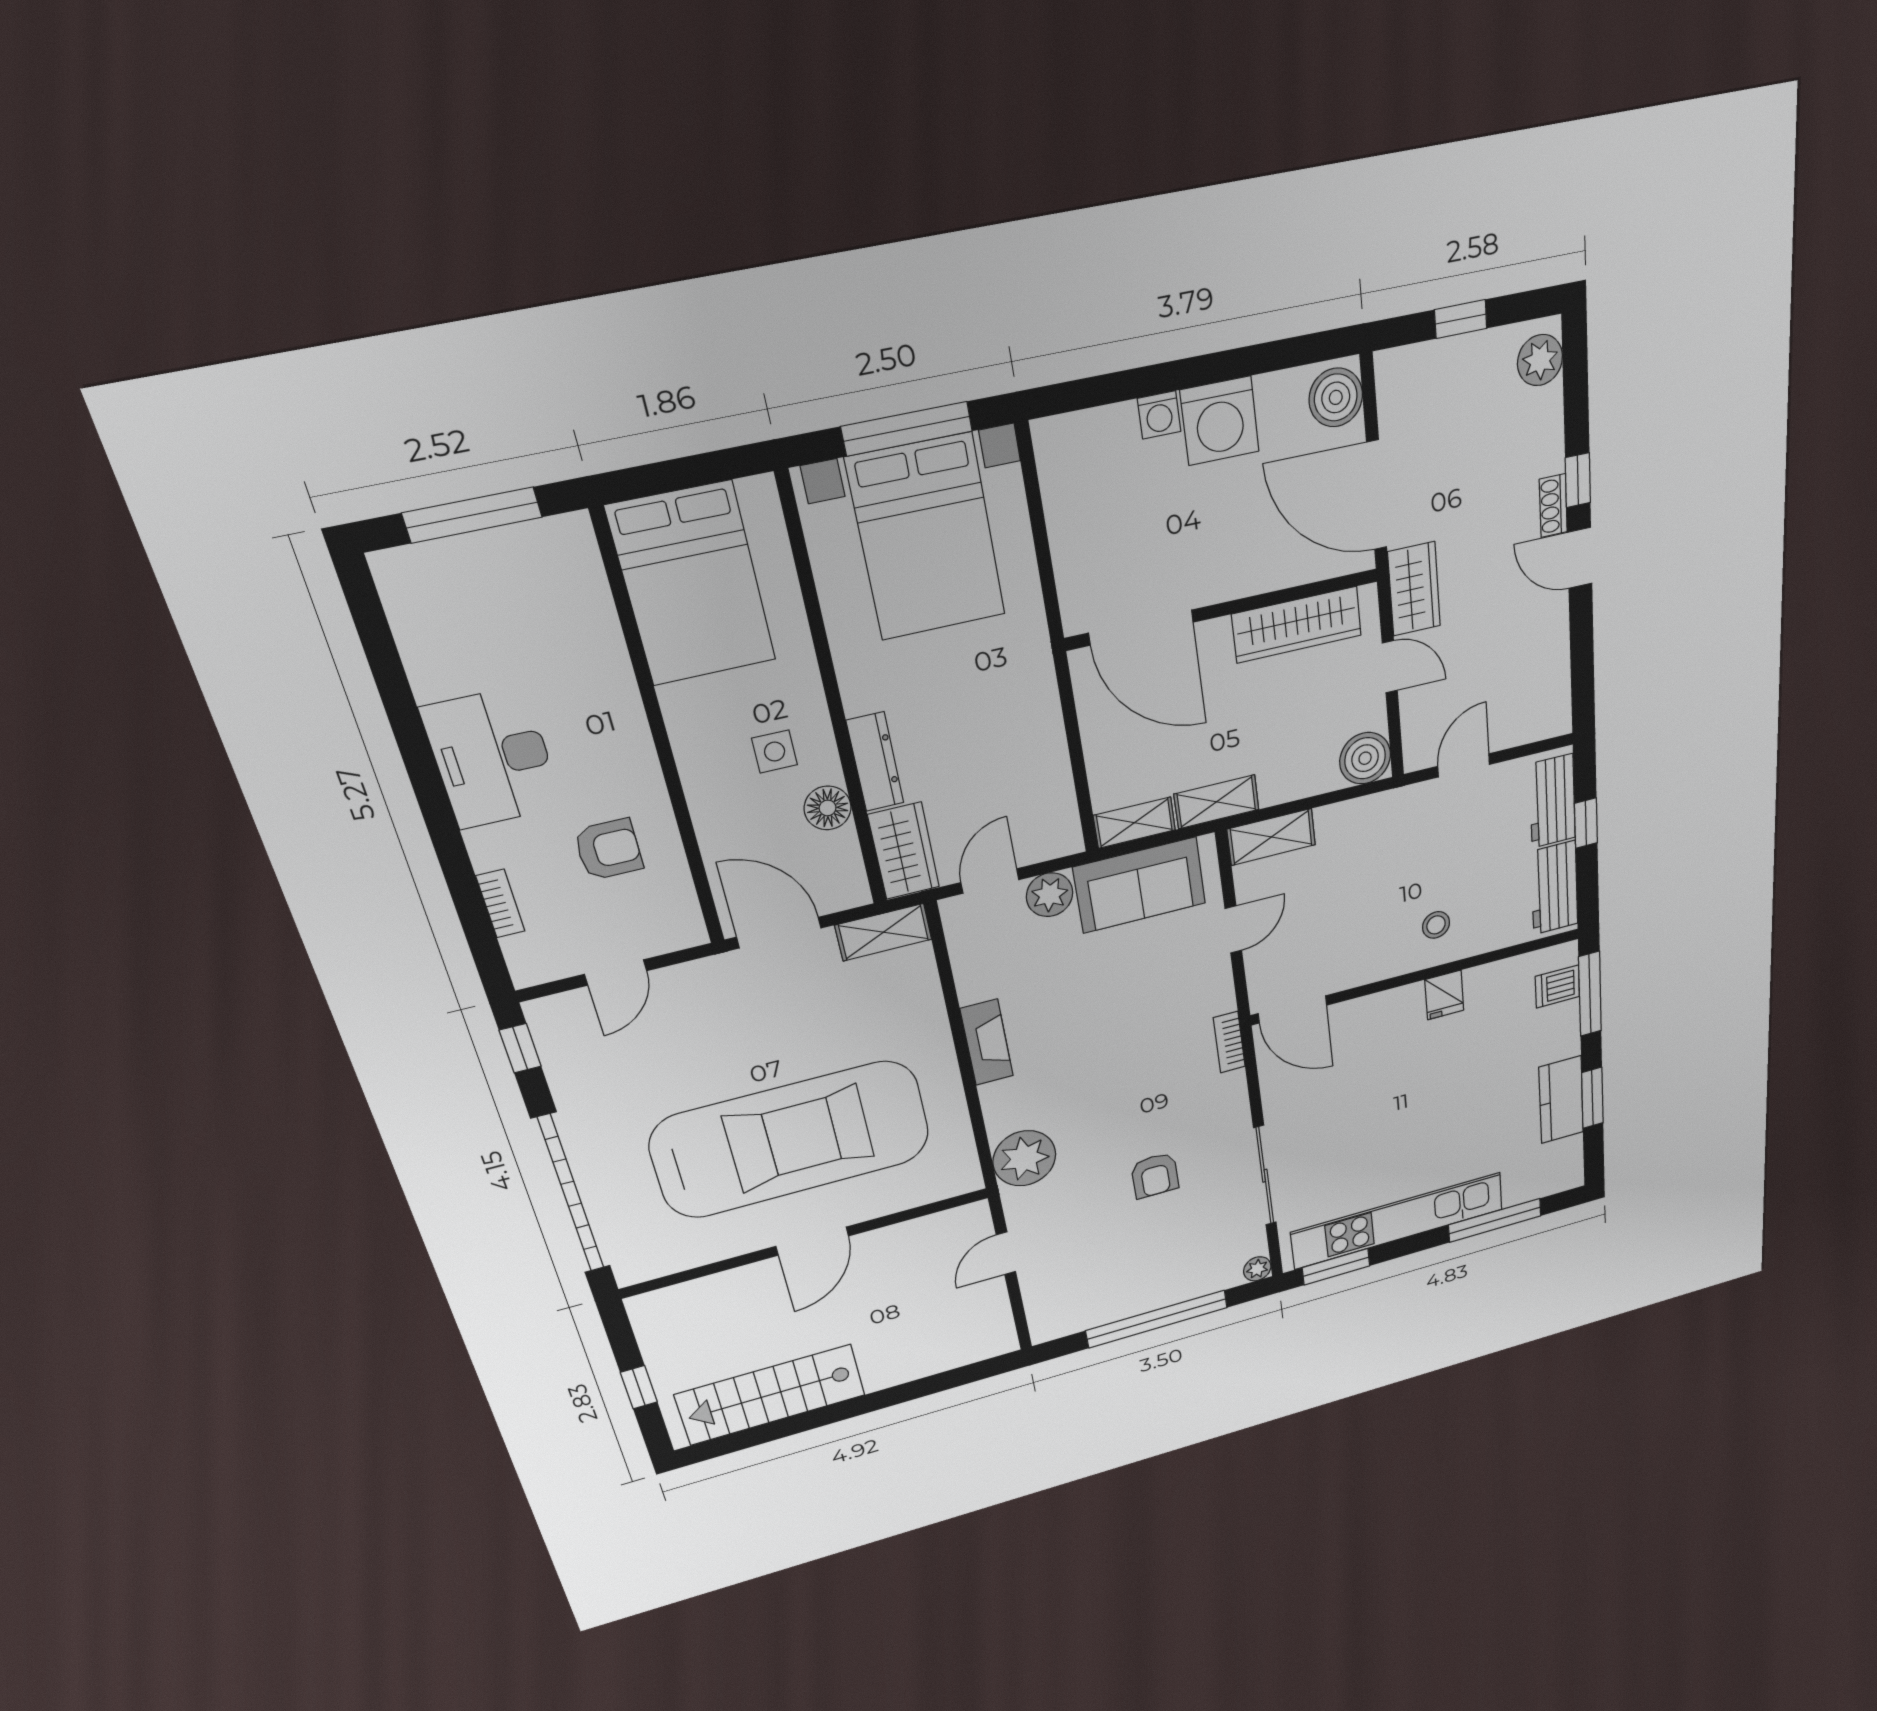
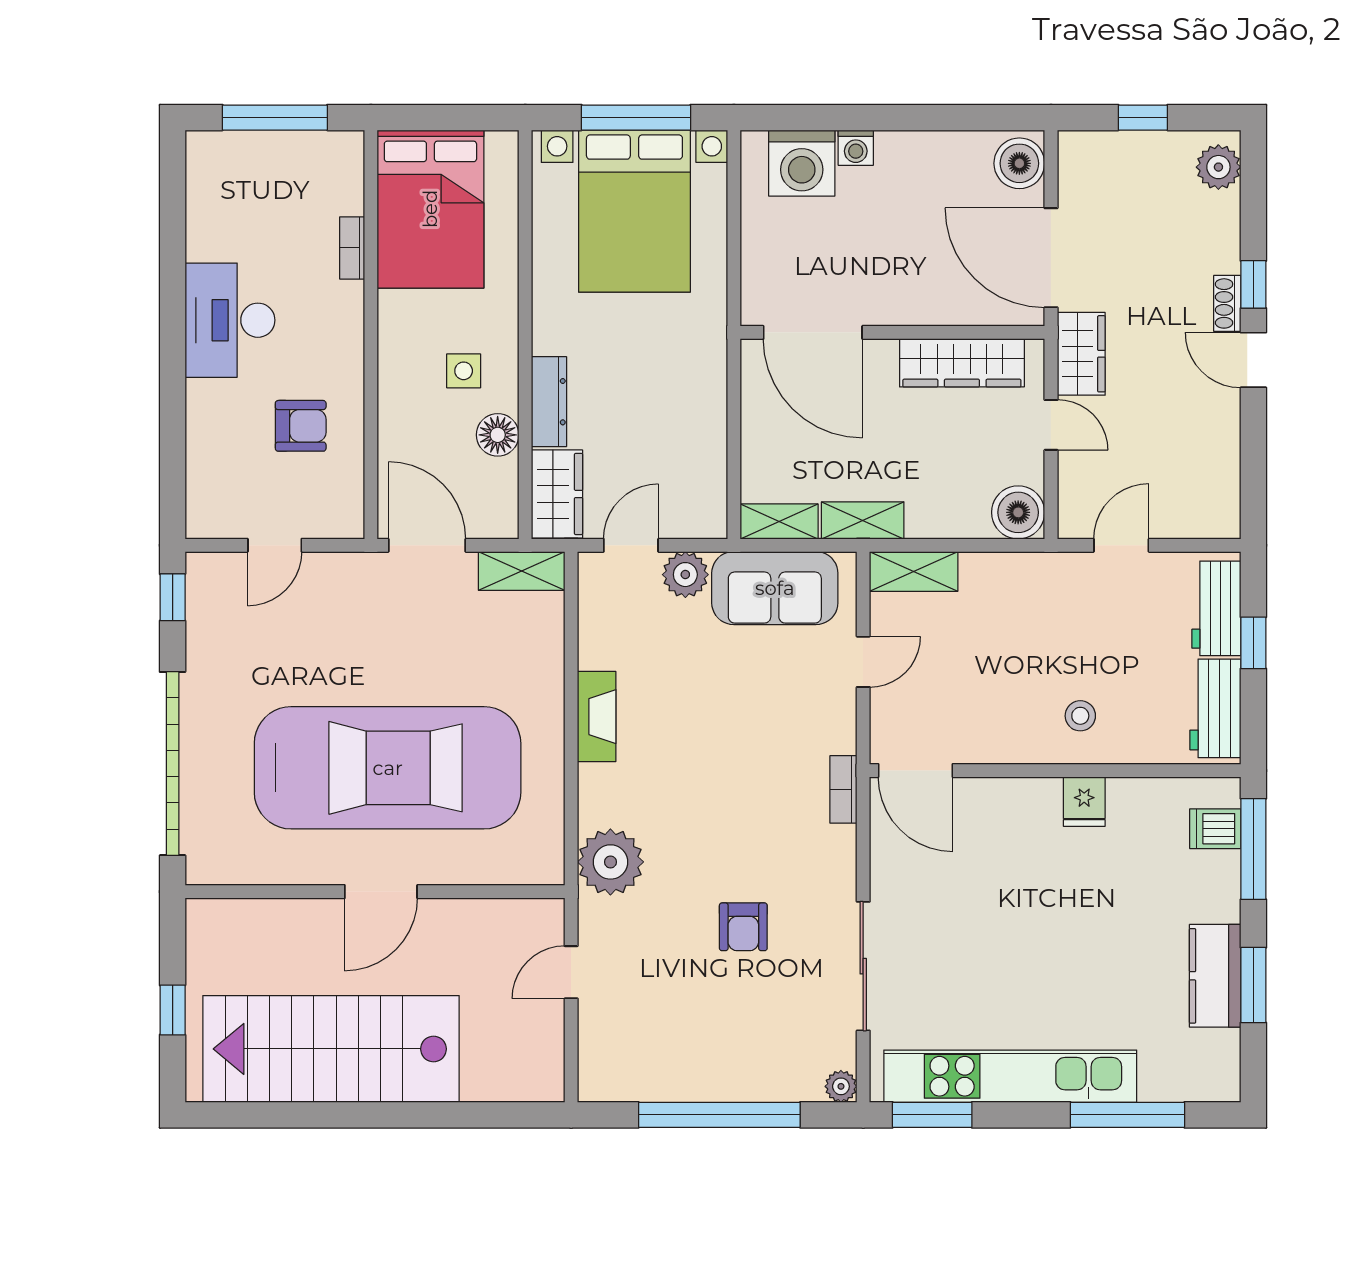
washing machine: (1220, 421) -> (802, 163), moved
bookcase: (500, 904) -> (352, 248), moved, turned 180
stairs: (771, 1395) -> (331, 1049), width x1.36, depth x1.51

